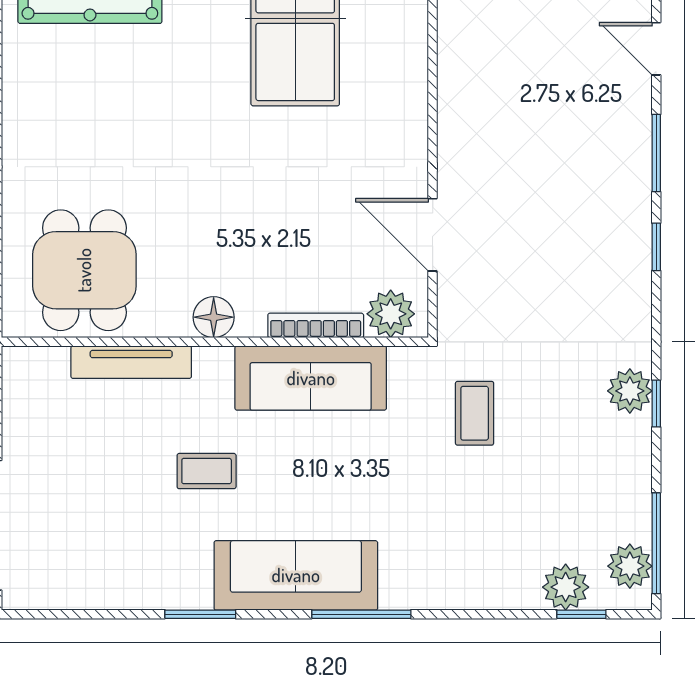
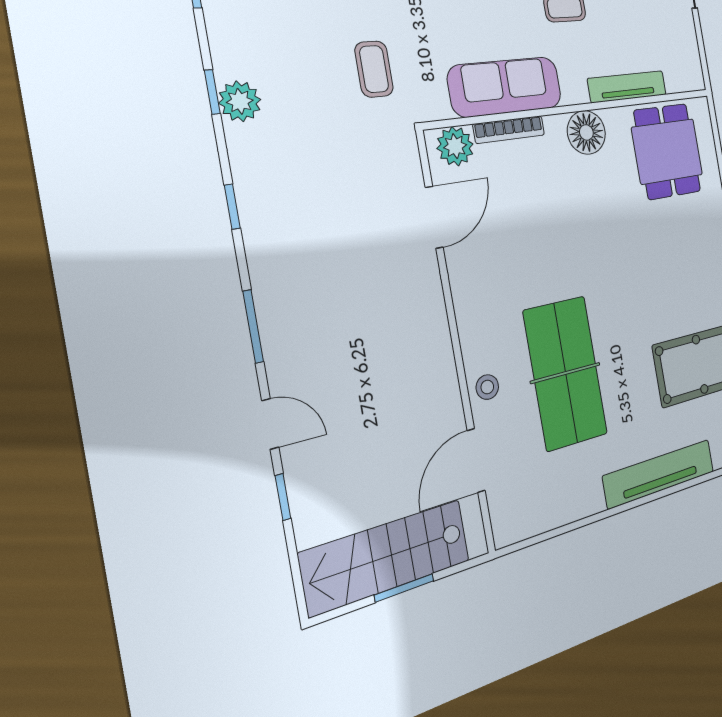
stool: (403, 27) -> (487, 387), added
door: (433, 235) -> (434, 217), hinge flipped
window: (656, 247) -> (232, 207), moved
floor lamp: (214, 317) -> (586, 132), width x1.38, depth x1.38

